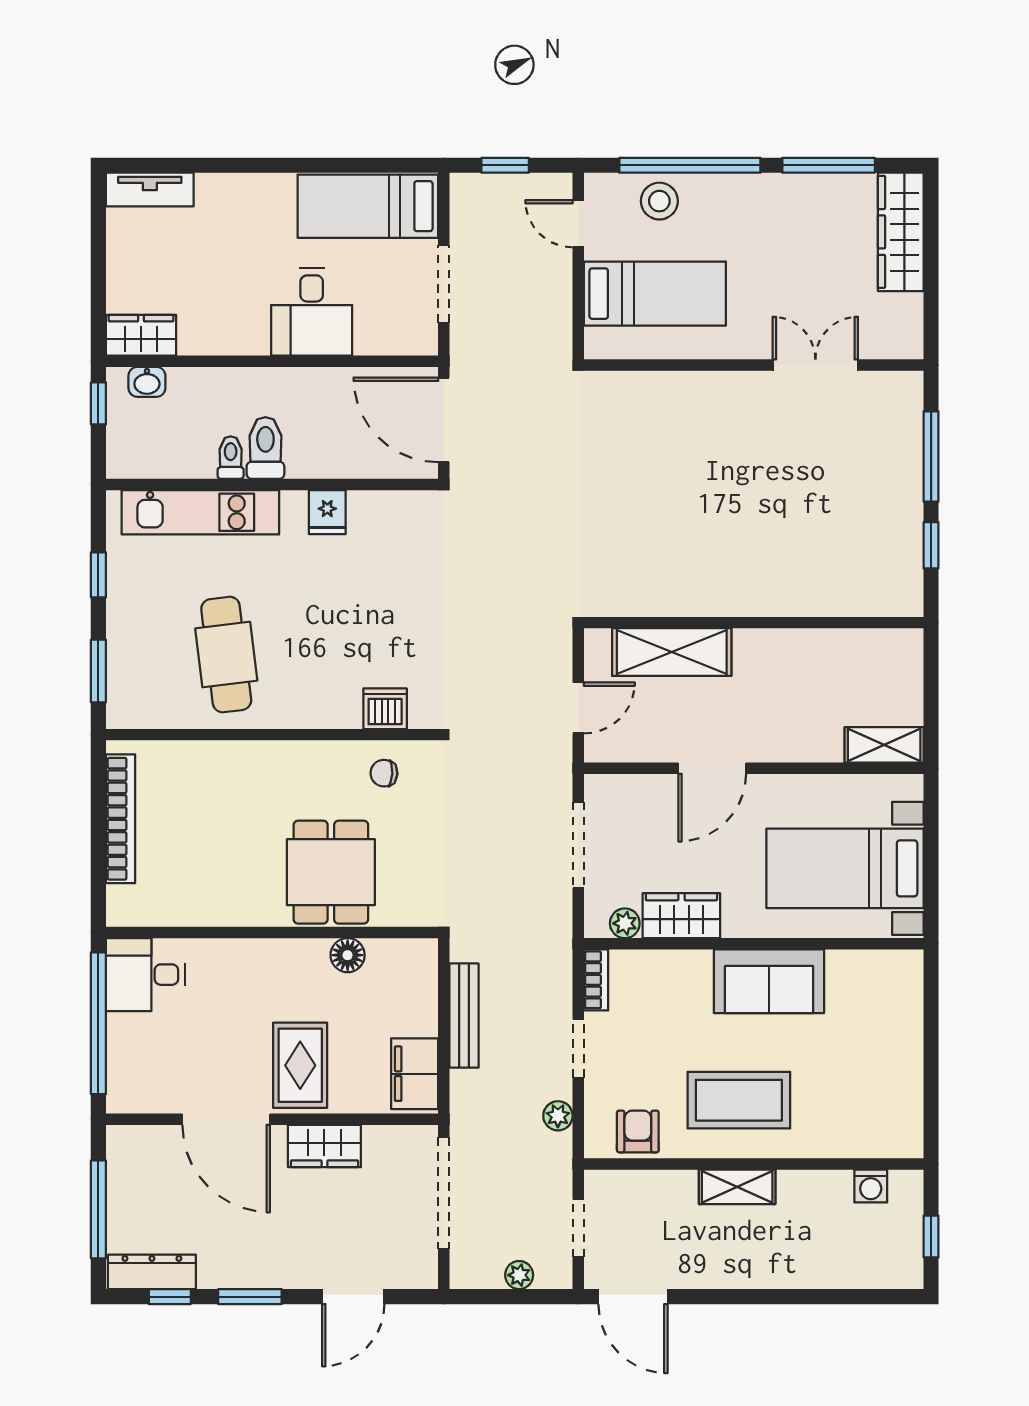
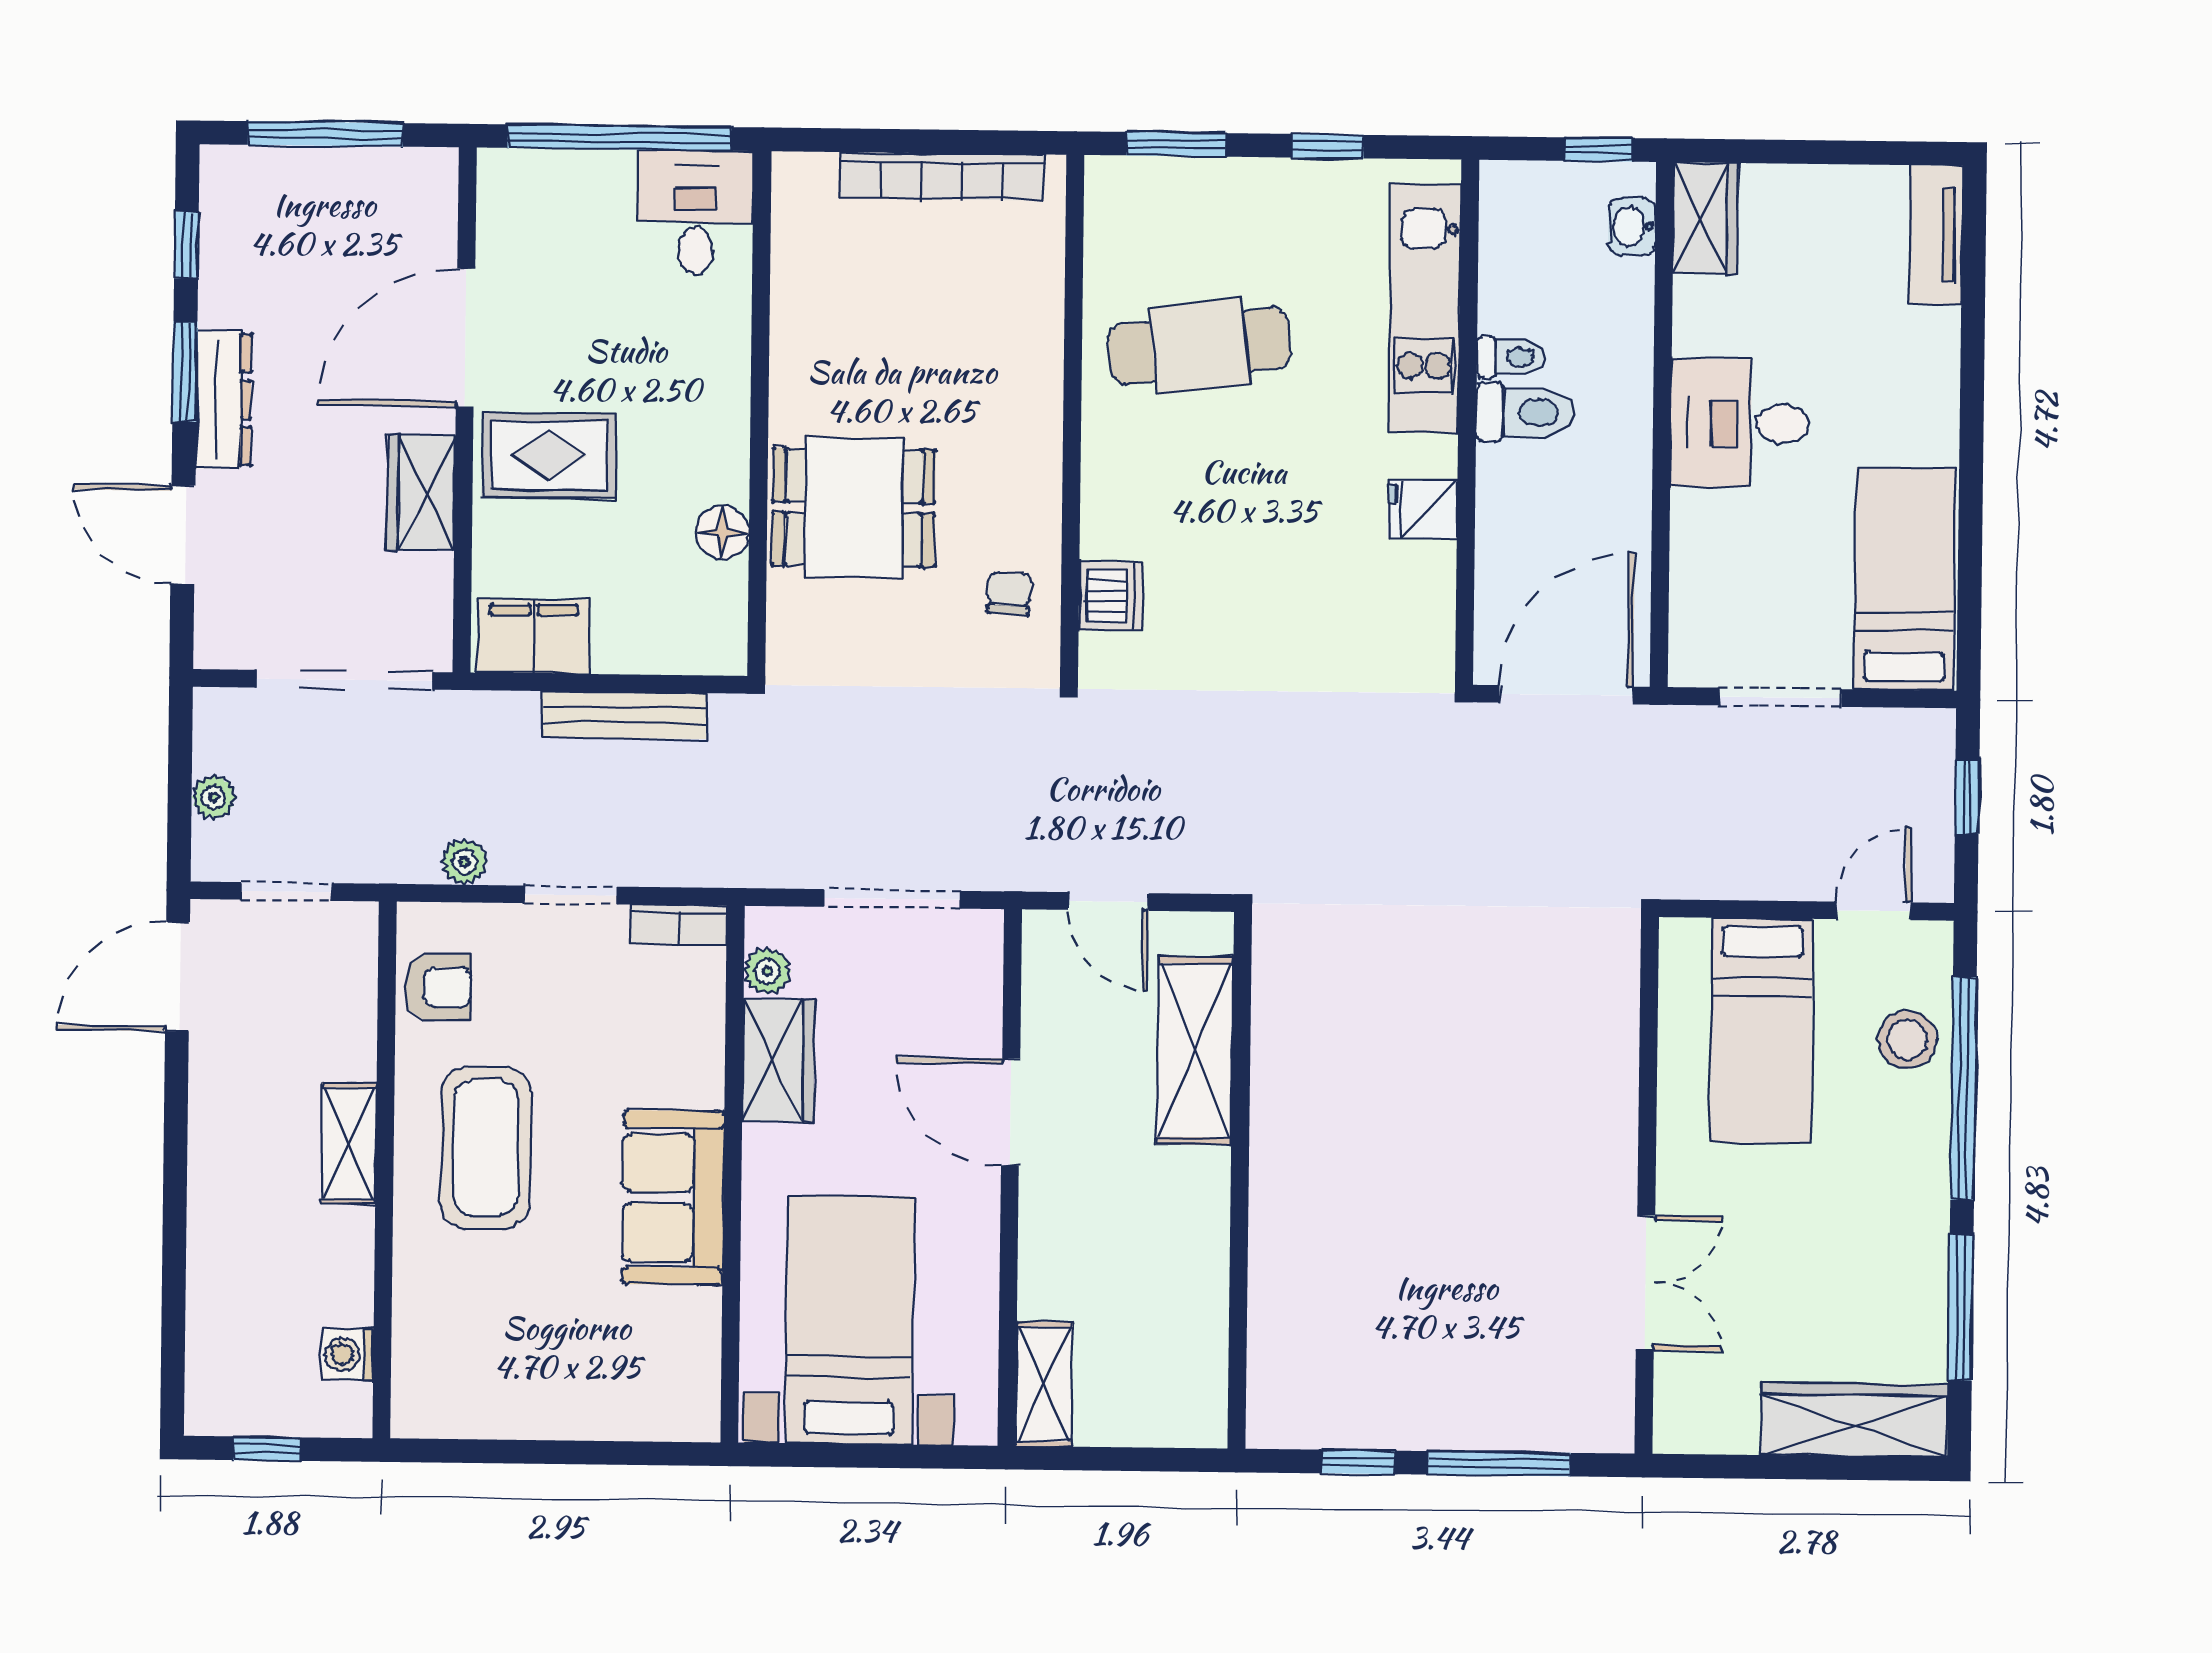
desk: (312, 312) -> (1740, 423), moved
dresser: (152, 1272) -> (224, 399), moved

